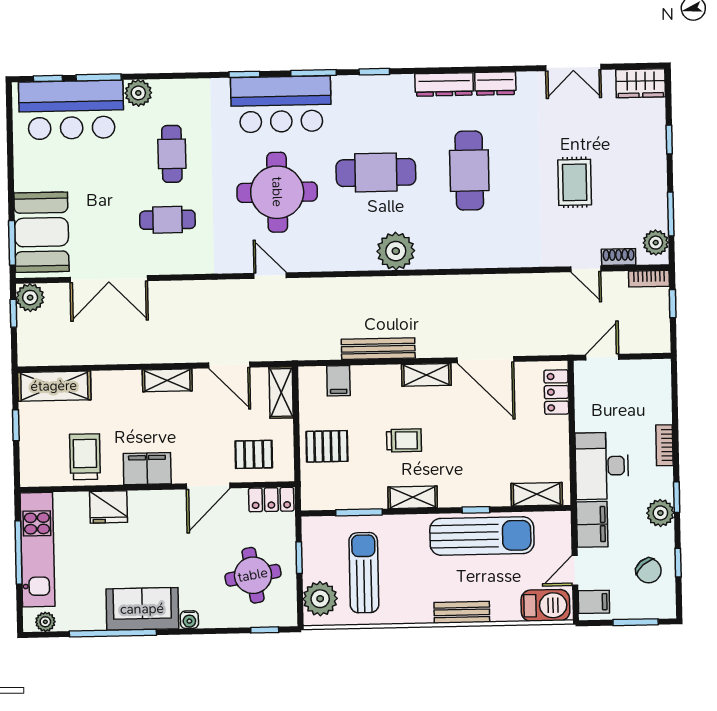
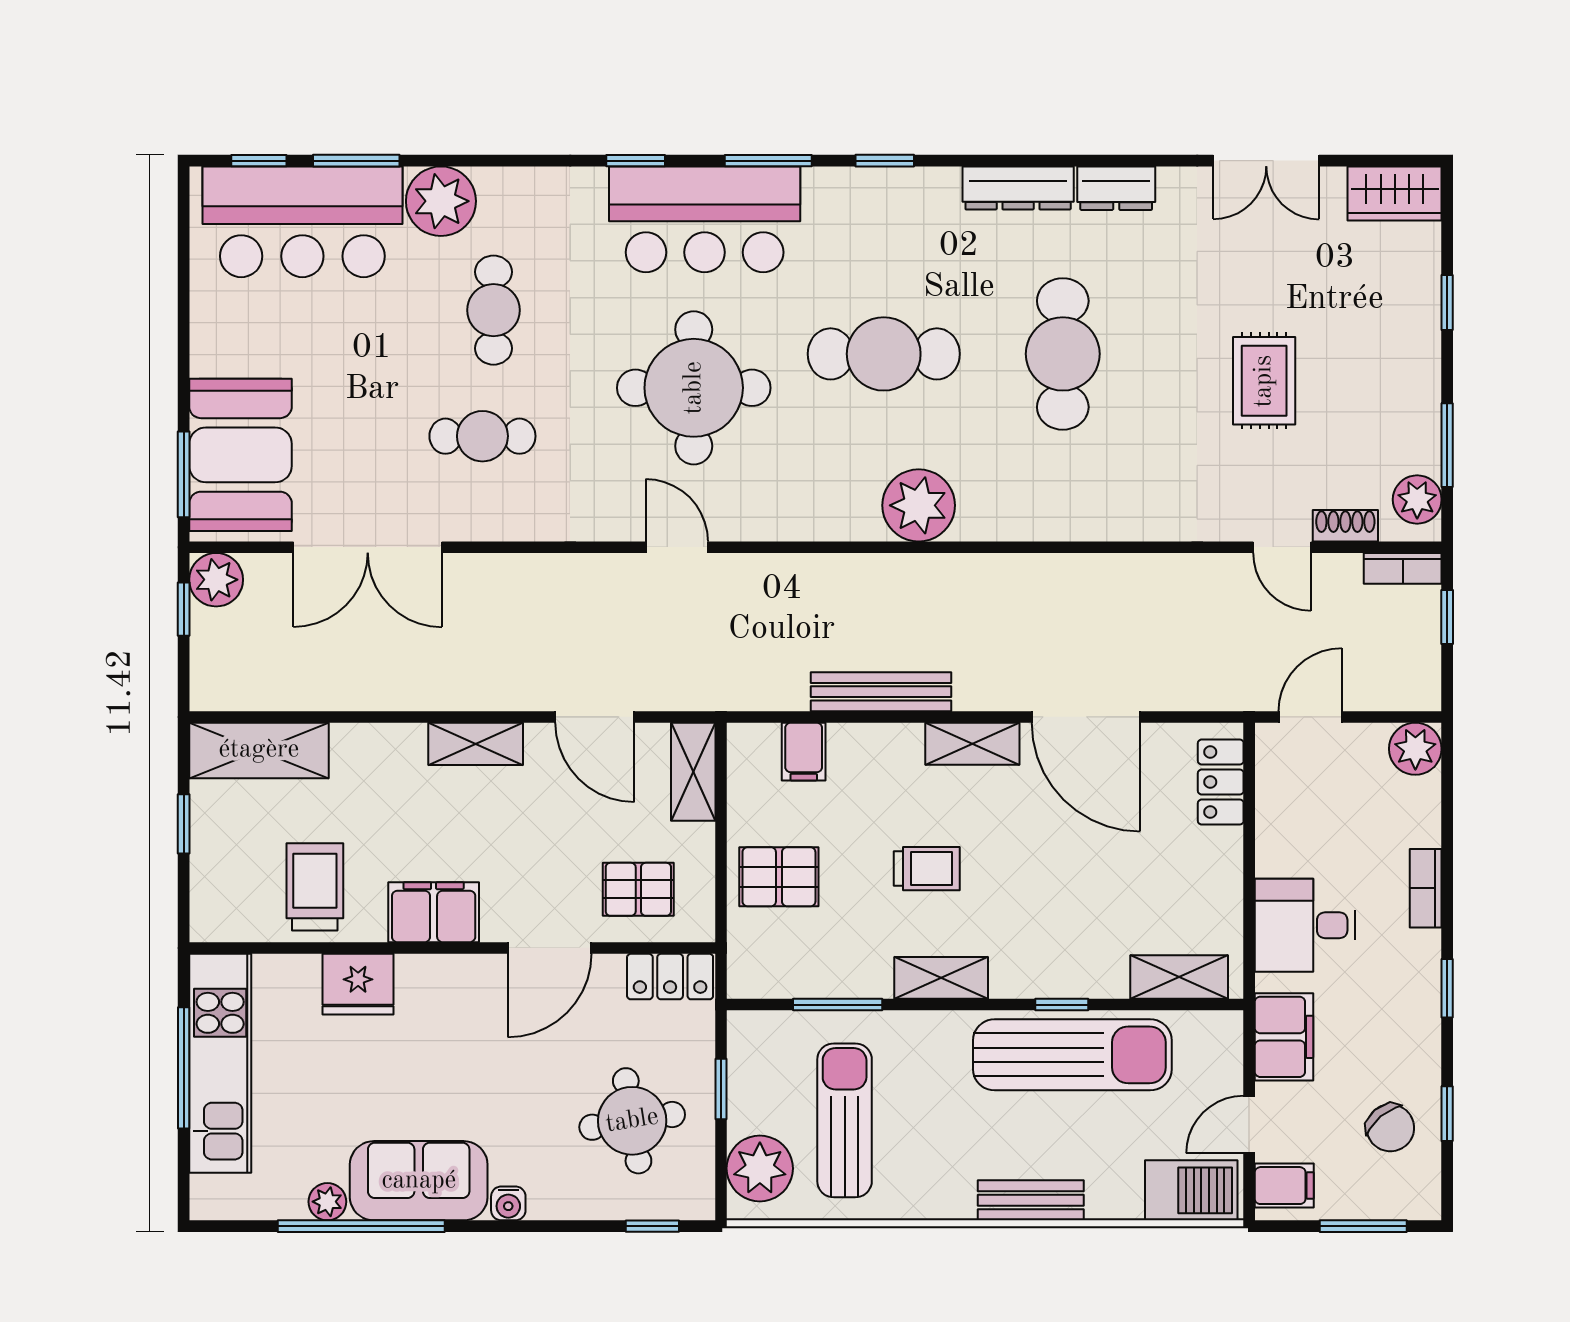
plant: (138, 93) -> (441, 201), width x1.36, depth x1.36
desk: (602, 466) -> (1305, 925), width x0.73
plant: (660, 513) -> (1415, 749), moved
plant: (45, 622) -> (327, 1202), moved

